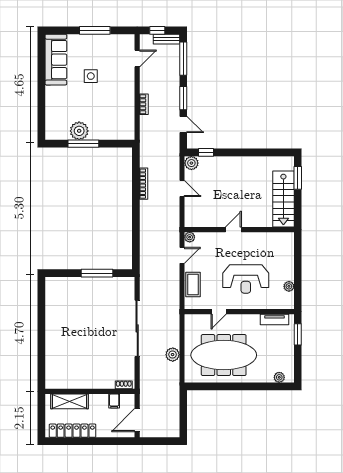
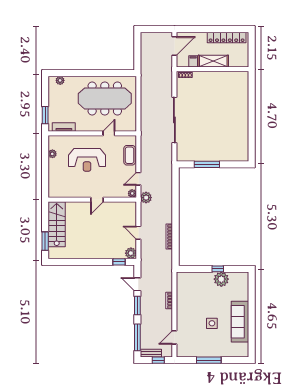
sofa: (56, 60) -> (240, 322), moved
window: (83, 144) -> (218, 269), width x0.46
reception desk: (246, 279) -> (87, 160), turned 180
plant: (173, 355) -> (146, 198), moved
shelving: (70, 401) -> (213, 61), moved

